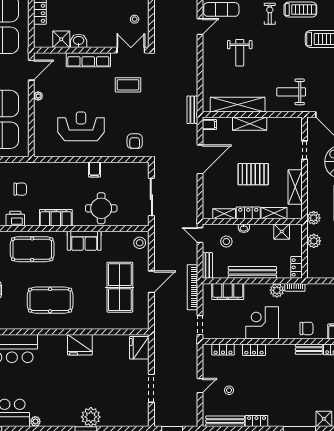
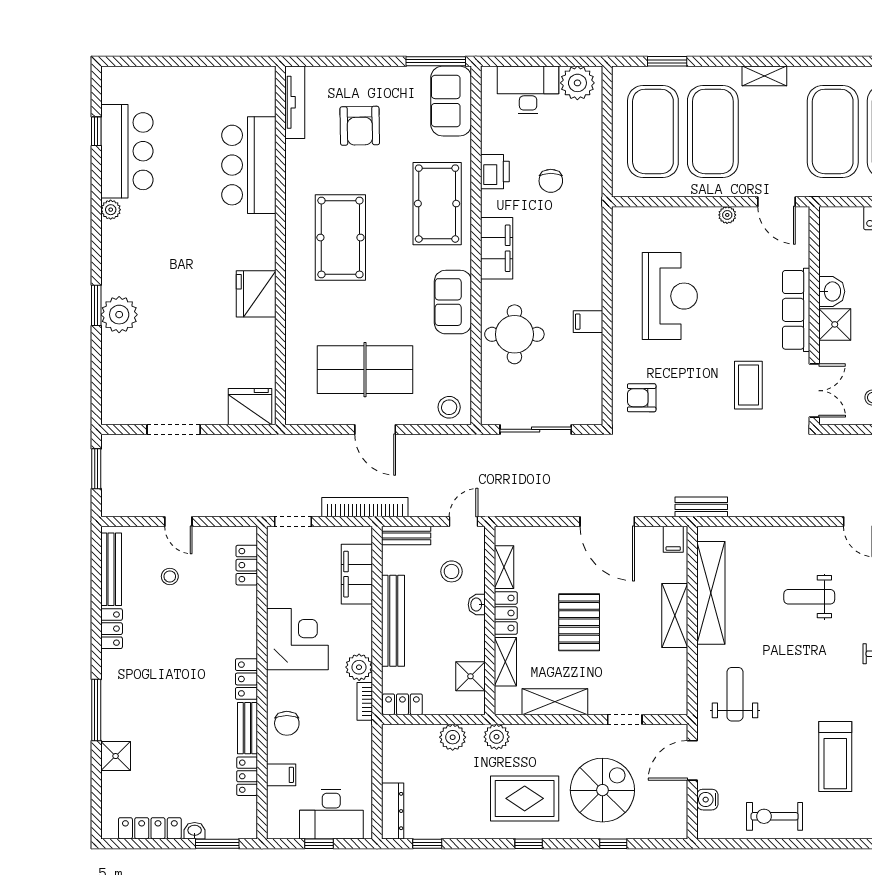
shower: (61, 39) -> (835, 324), moved
locker: (254, 350) -> (246, 679), moved

